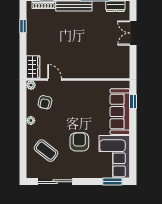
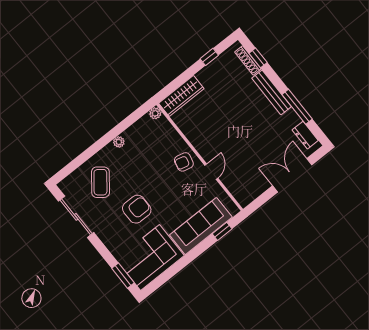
double door: (133, 33) -> (292, 175), width x1.37
wardrobe: (33, 67) -> (181, 96), width x1.50
door: (55, 79) -> (211, 172), moved
armchair: (45, 102) -> (184, 162), moved

